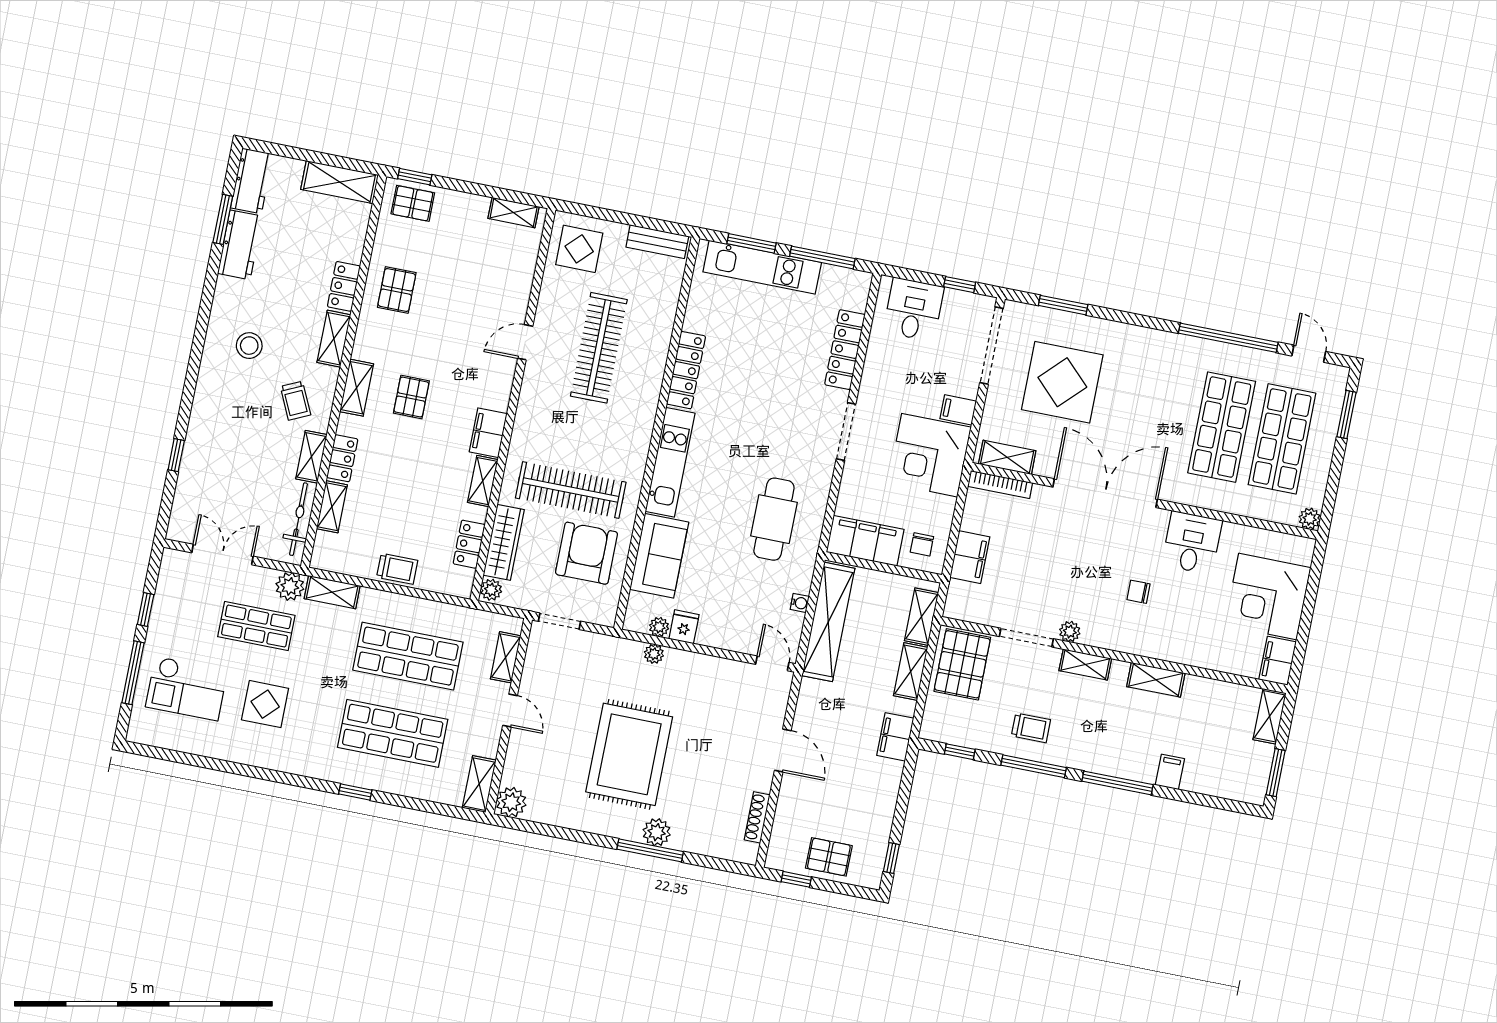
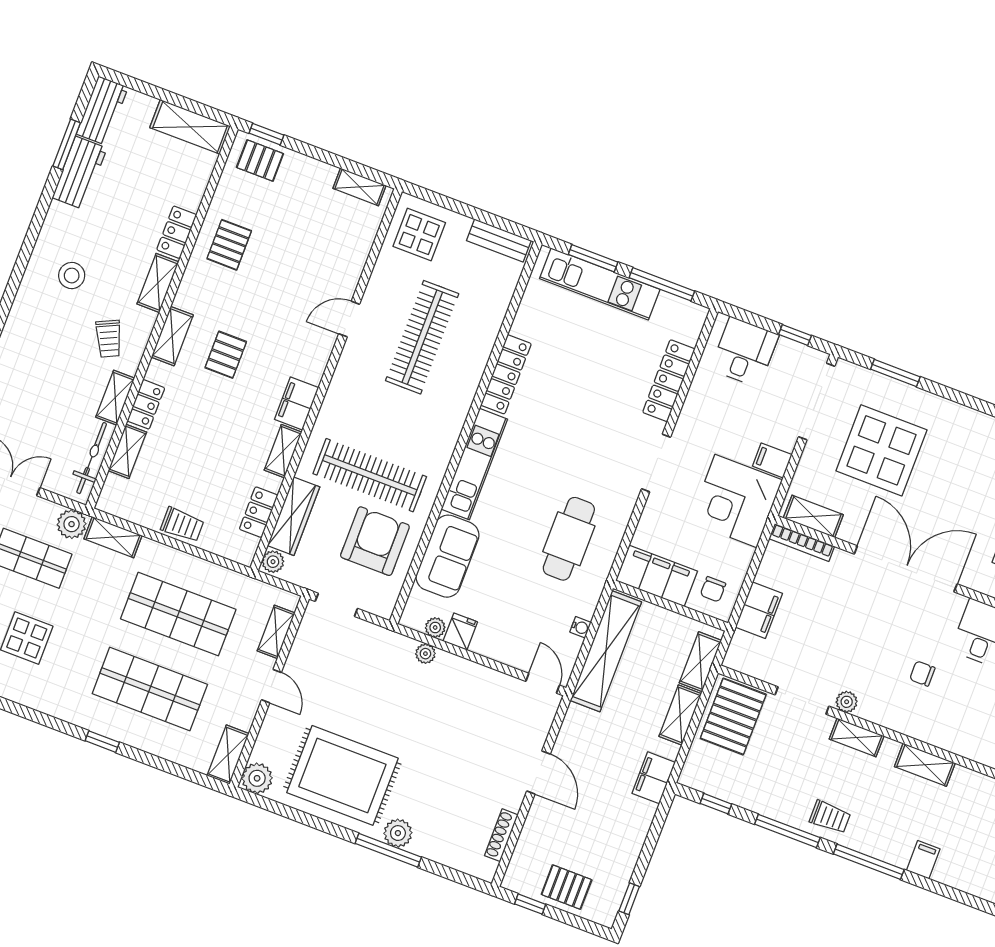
trolley: (1031, 728) -> (830, 817), moved
rug: (629, 754) -> (342, 775), moved, turned 90

